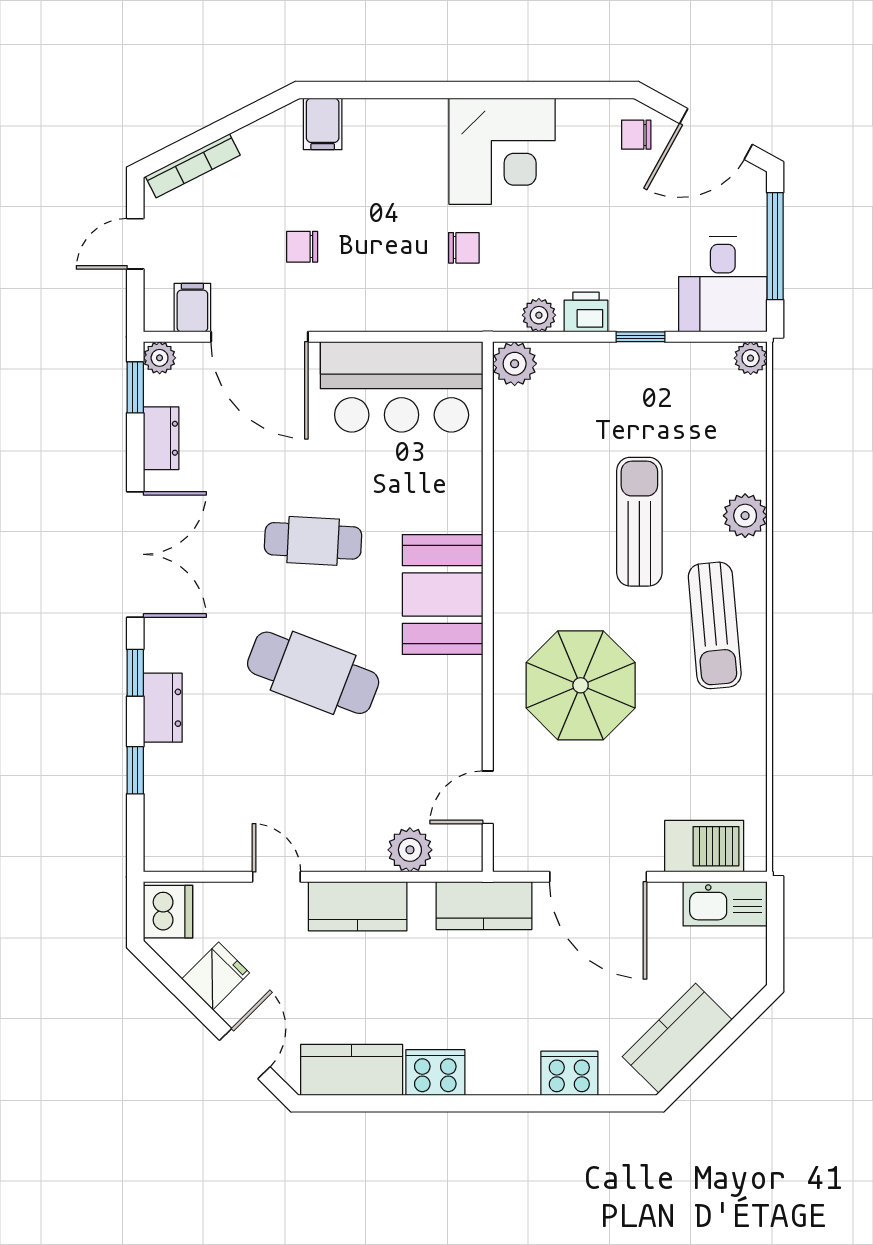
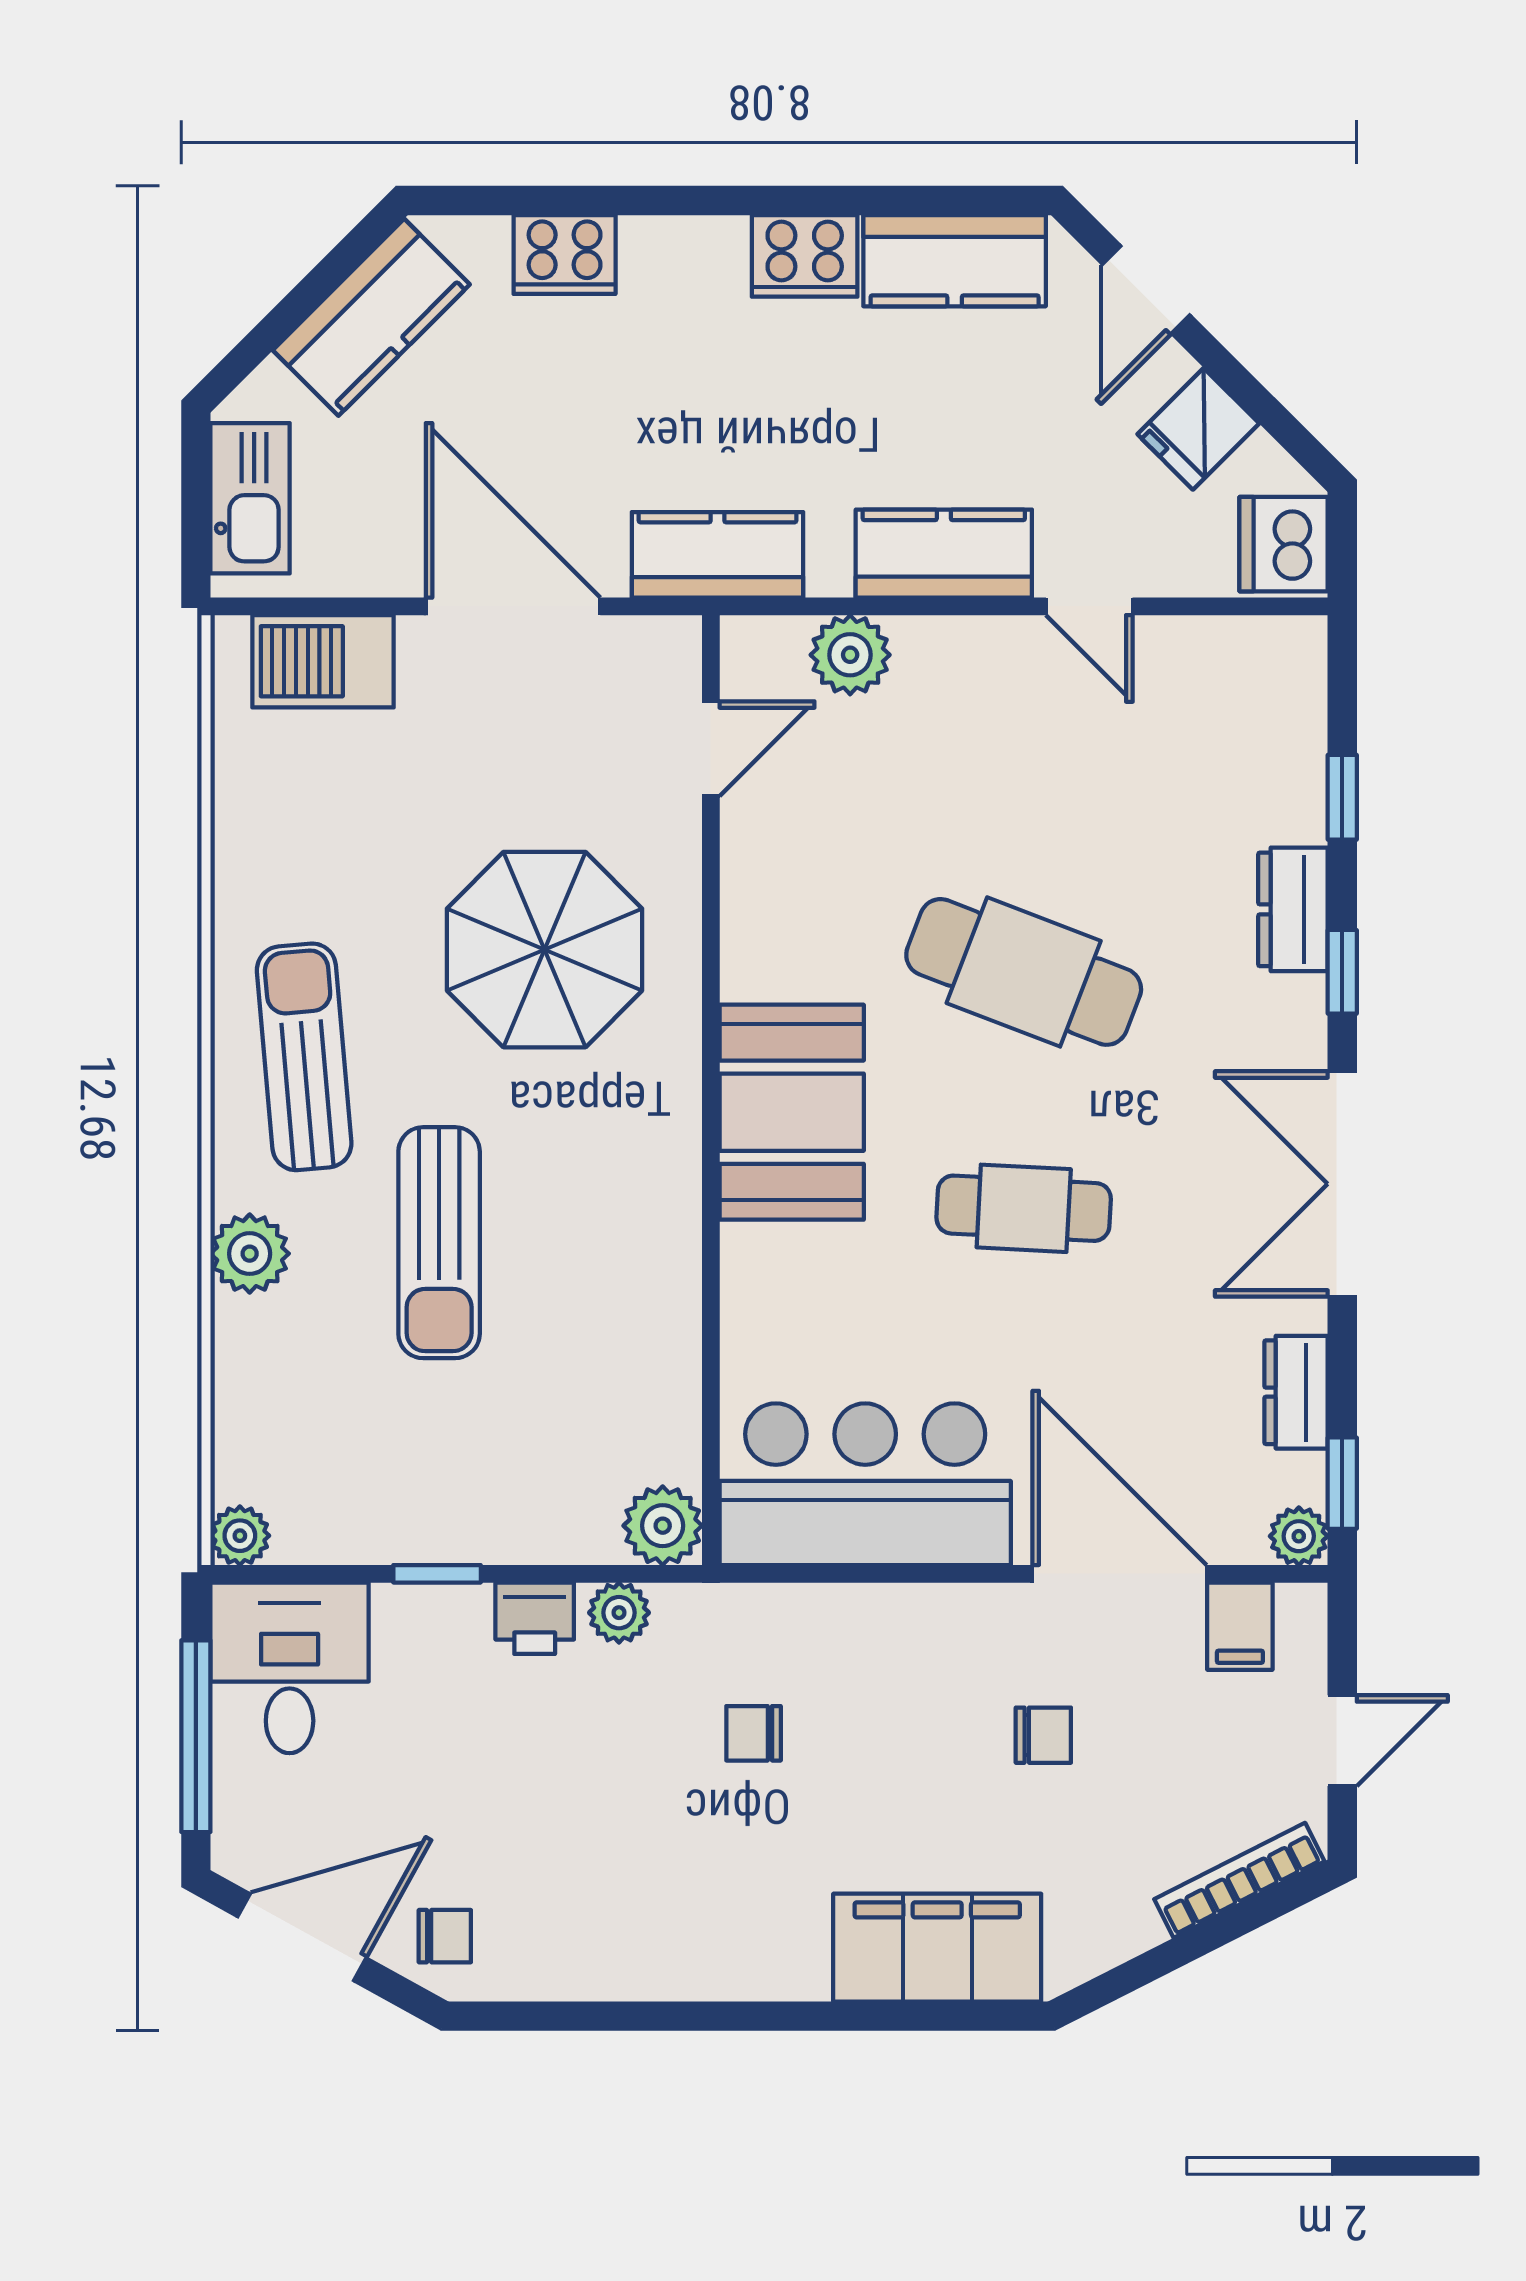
filing cabinet: (323, 124) -> (937, 1948), width x3.00, depth x1.17
corner desk: (502, 151) -> (685, 1906), removed
kitchen sink: (725, 904) -> (250, 498), moved, turned 90

